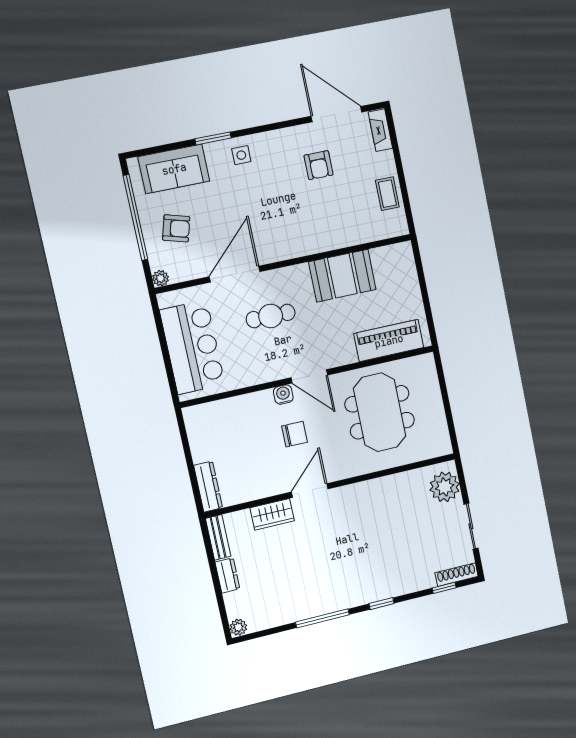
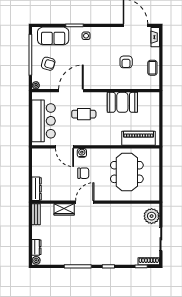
armchair: (319, 165) -> (126, 62), moved
door: (309, 376) -> (65, 147), moved
dresser: (227, 575) -> (36, 247), moved

